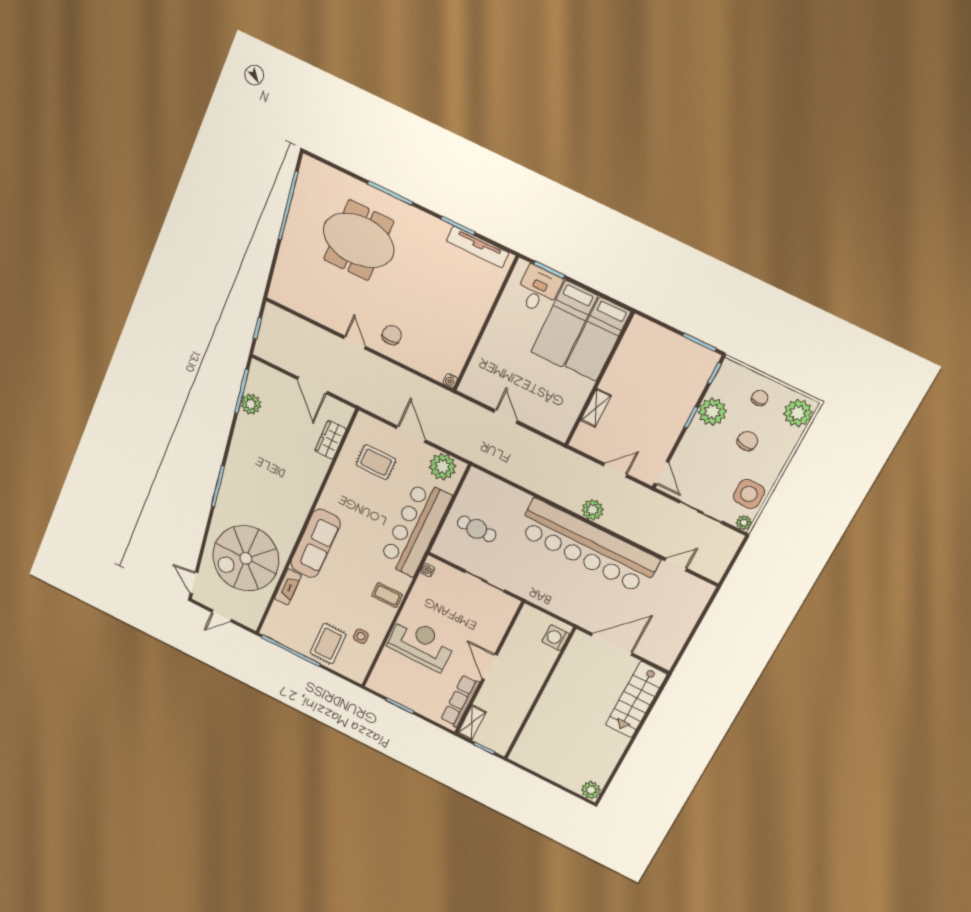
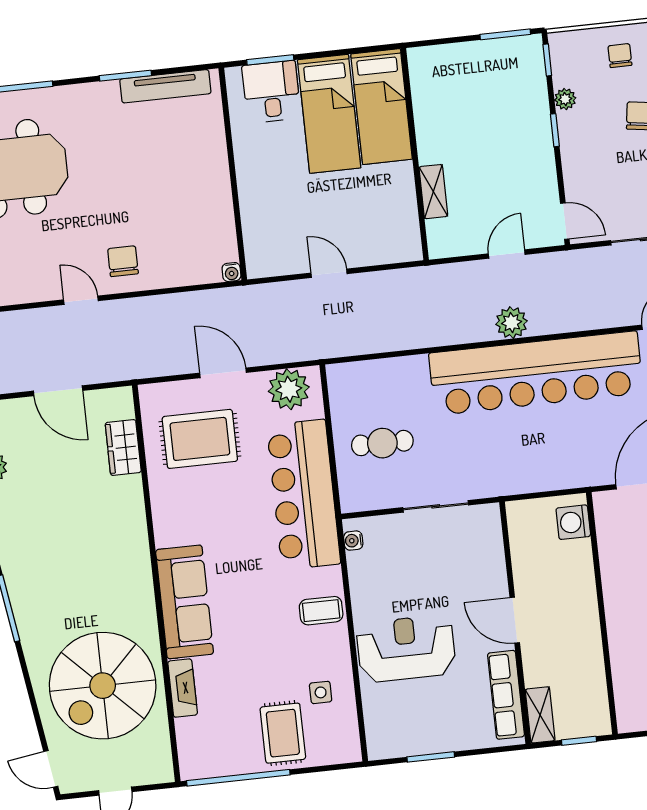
plant: (712, 412) -> (565, 99), width x0.53, depth x0.53
rug: (376, 462) -> (200, 439), width x1.36, depth x1.43

